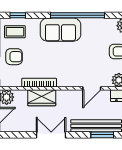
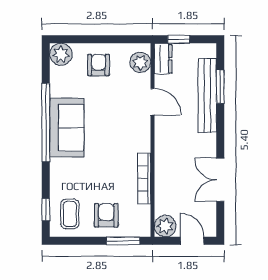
sofa: (60, 30) -> (67, 128), moved
wardrobe: (42, 98) -> (166, 175), removed
double door: (51, 135) -> (220, 180), moved

